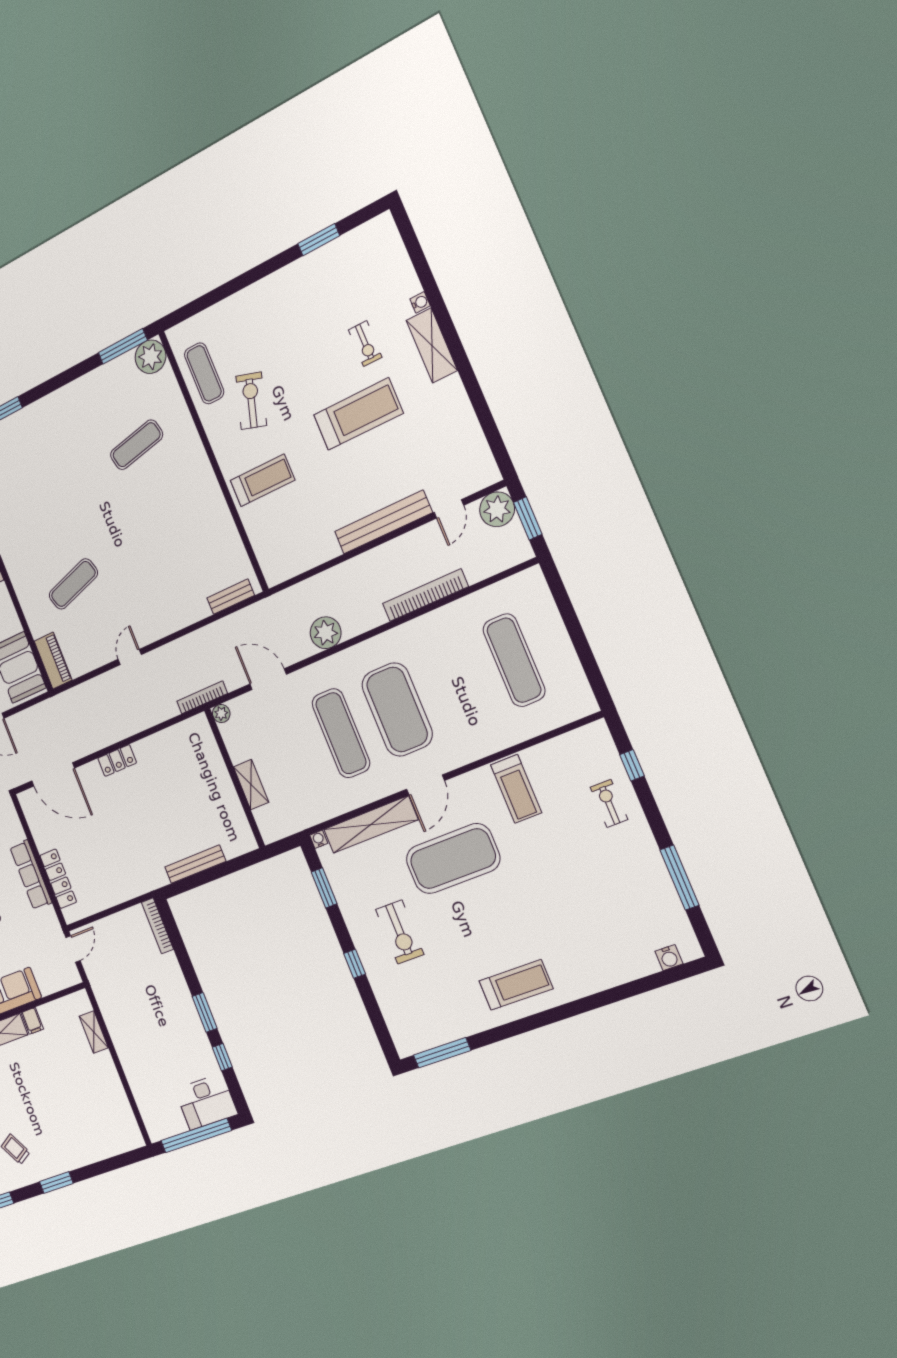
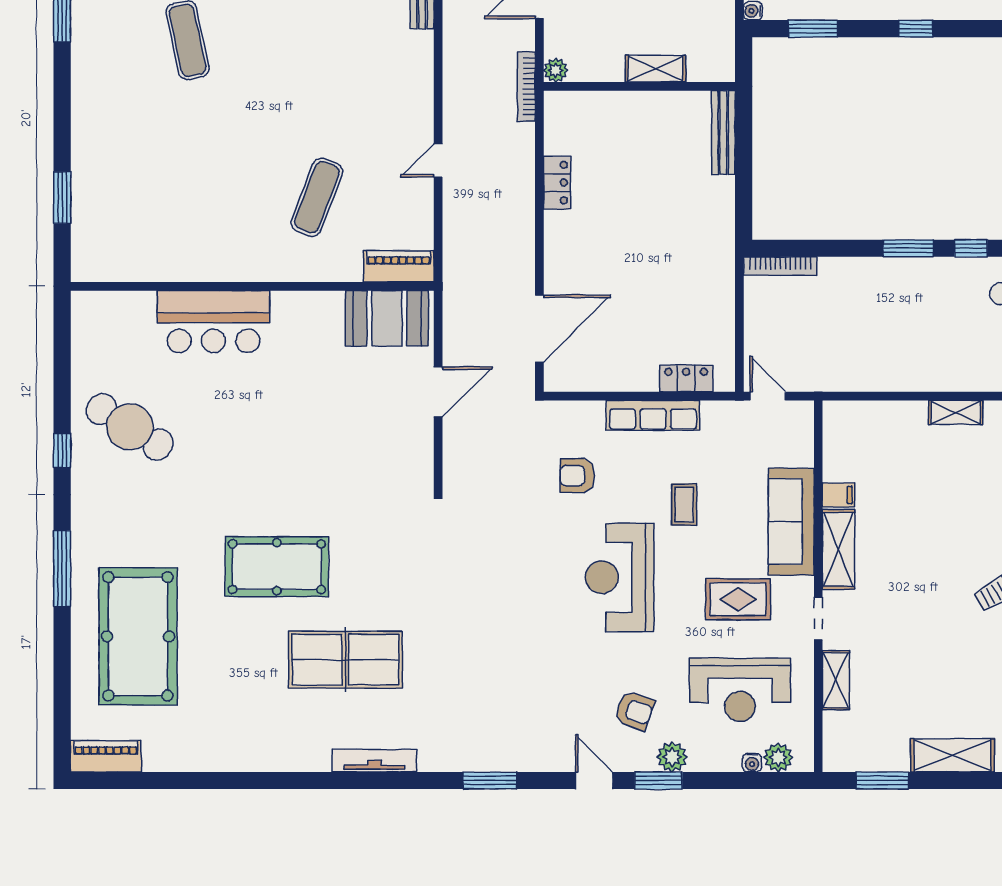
exercise mat: (73, 584) -> (317, 197), turned 39
door: (130, 657) -> (438, 160), hinge flipped
locker: (117, 760) -> (557, 183), moved
bench: (195, 864) -> (723, 133), moved
locker: (58, 879) -> (686, 378), width x0.66
shelving: (94, 1032) -> (956, 412), moved

